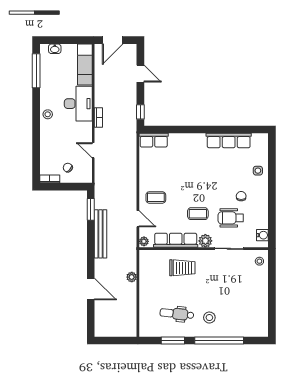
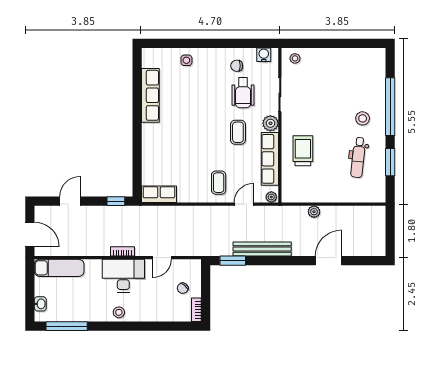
desk: (78, 104) -> (123, 276), moved
row of seats: (154, 140) -> (159, 194), moved, turned -90
chair: (241, 196) -> (237, 66), moved

